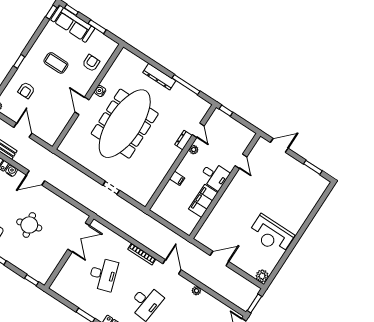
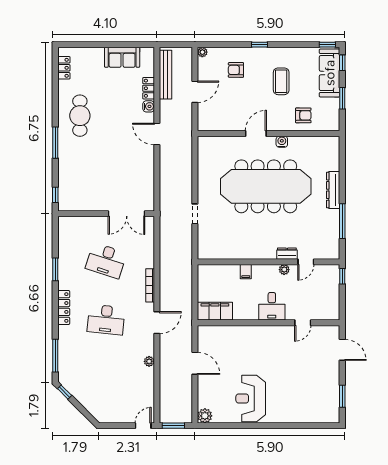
filing cabinet: (203, 201) -> (215, 311), moved
round table: (29, 225) -> (107, 158), removed
desk: (103, 274) -> (106, 261), turned 36

